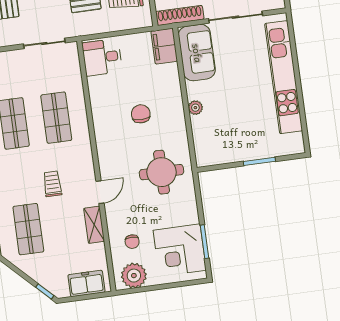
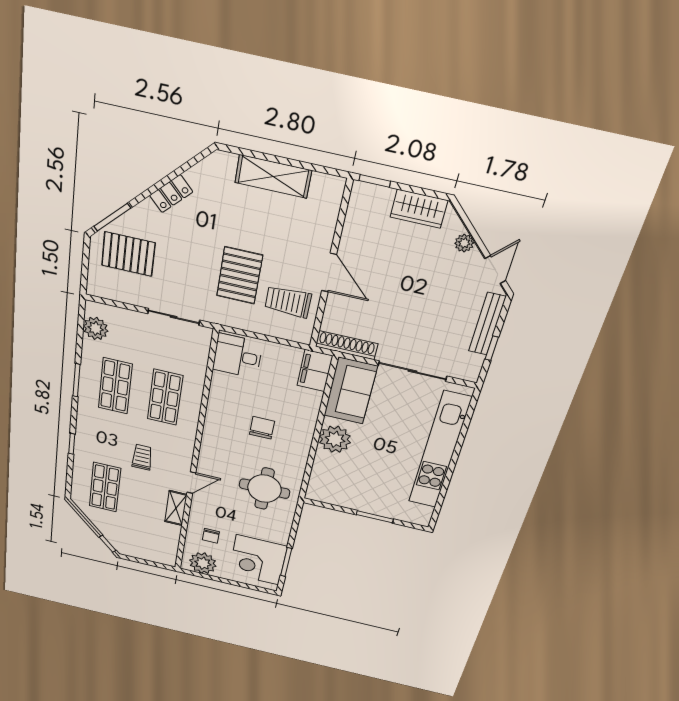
plant: (195, 108) -> (335, 439), width x1.87, depth x1.87
freezer: (86, 283) -> (152, 552), removed

